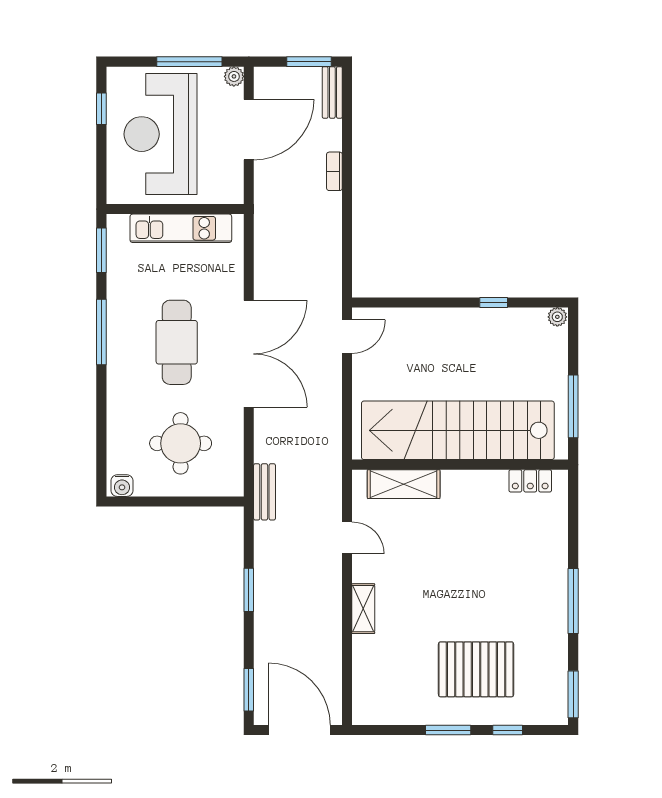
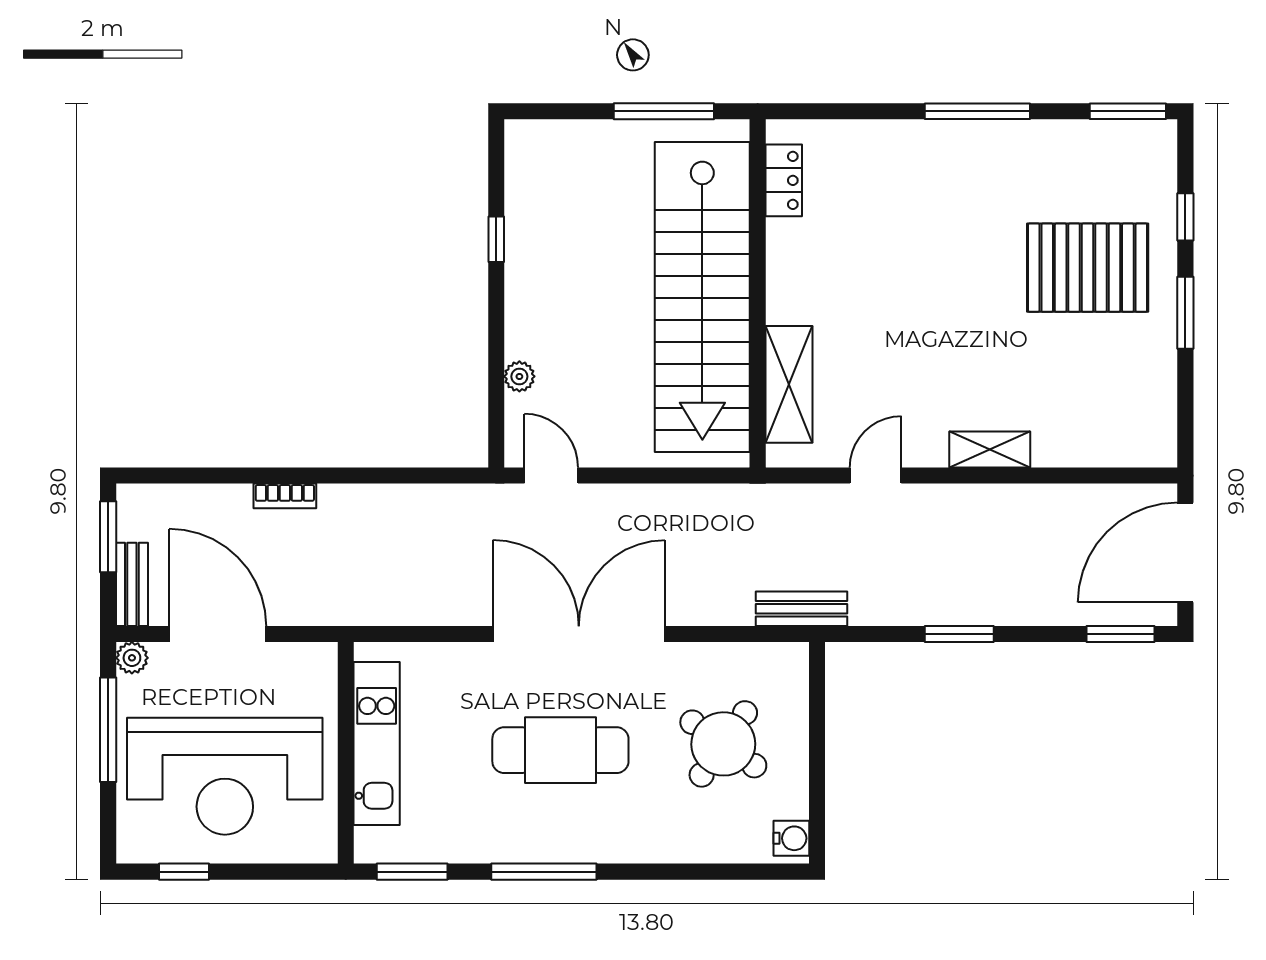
bench: (332, 92) -> (132, 584), moved, turned 90
plant: (557, 317) -> (519, 376), moved
round table: (181, 443) -> (723, 744), turned 35
pallet: (476, 669) -> (1088, 268), turned 90

